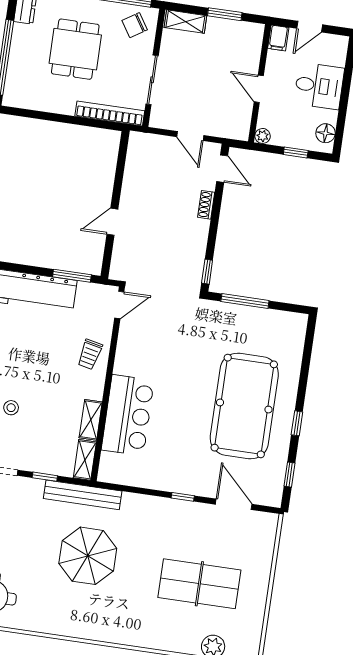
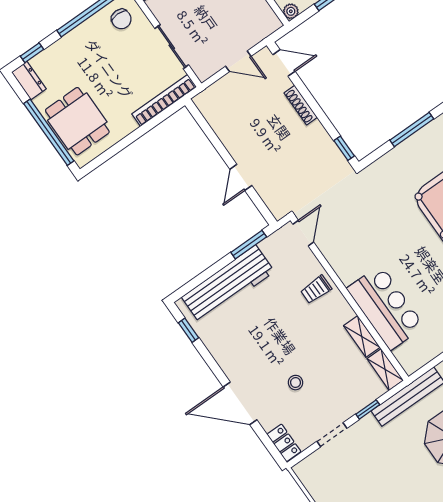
chair: (135, 25) -> (121, 19), turned -57
dining table: (75, 49) -> (77, 121), moved
shoe rack: (206, 205) -> (301, 105), width x1.43
window: (245, 301) -> (412, 130), moved
trolley: (90, 354) -> (316, 289), turned 78

